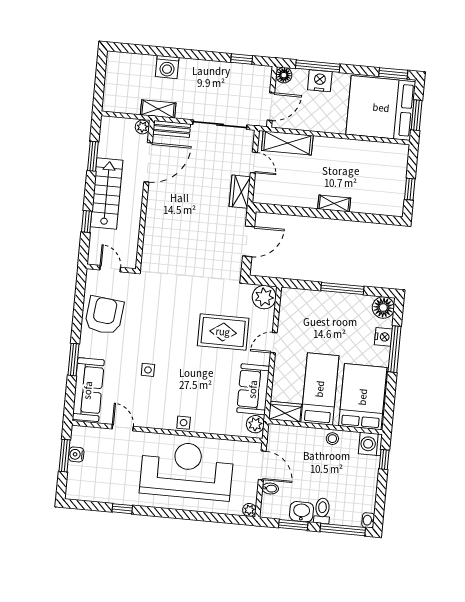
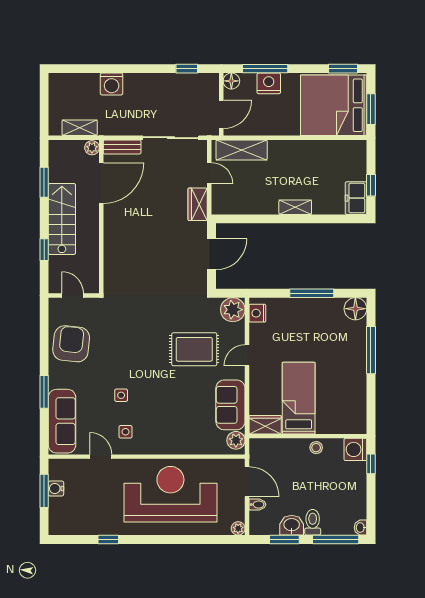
shelving: (158, 109) -> (80, 128), moved
freezer: (394, 200) -> (356, 198), added
nightstand: (383, 337) -> (257, 313), moved, turned 180
bed: (363, 397) -> (343, 402), removed
side table: (184, 423) -> (126, 432), moved

